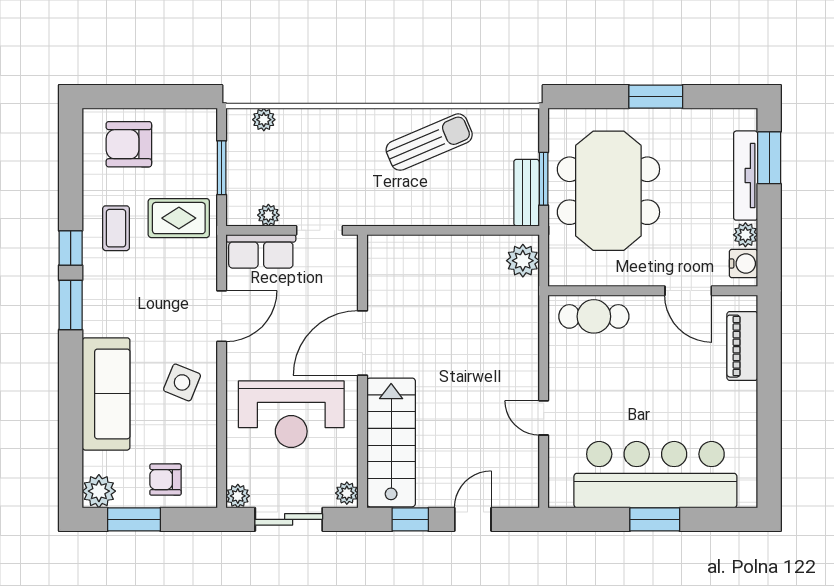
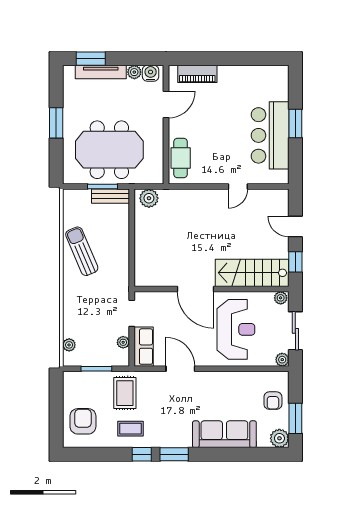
armchair: (129, 144) -> (83, 421), turned 180
side table: (182, 382) -> (218, 391), removed
bar counter: (655, 475) -> (270, 135), width x0.73

